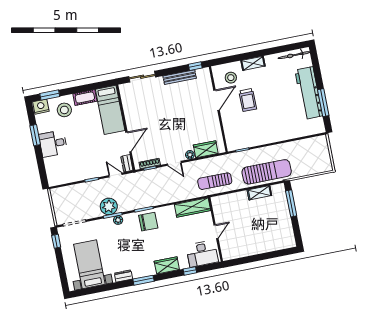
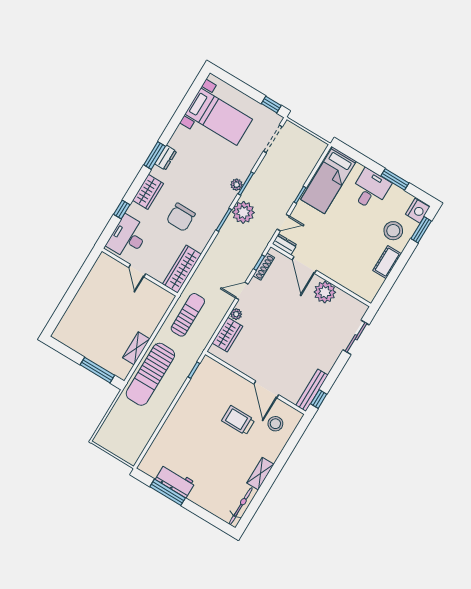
shelving: (253, 63) -> (260, 474), moved
bench: (180, 77) -> (312, 390), moved
workbench: (309, 93) -> (175, 481), width x0.53, depth x0.76
bed: (110, 110) -> (328, 180), moved, turned -90
plant: (133, 117) -> (325, 292), added
plant: (109, 206) -> (243, 212), moved
chair: (148, 222) -> (181, 217), moved
dresser: (123, 276) -> (166, 158), moved

